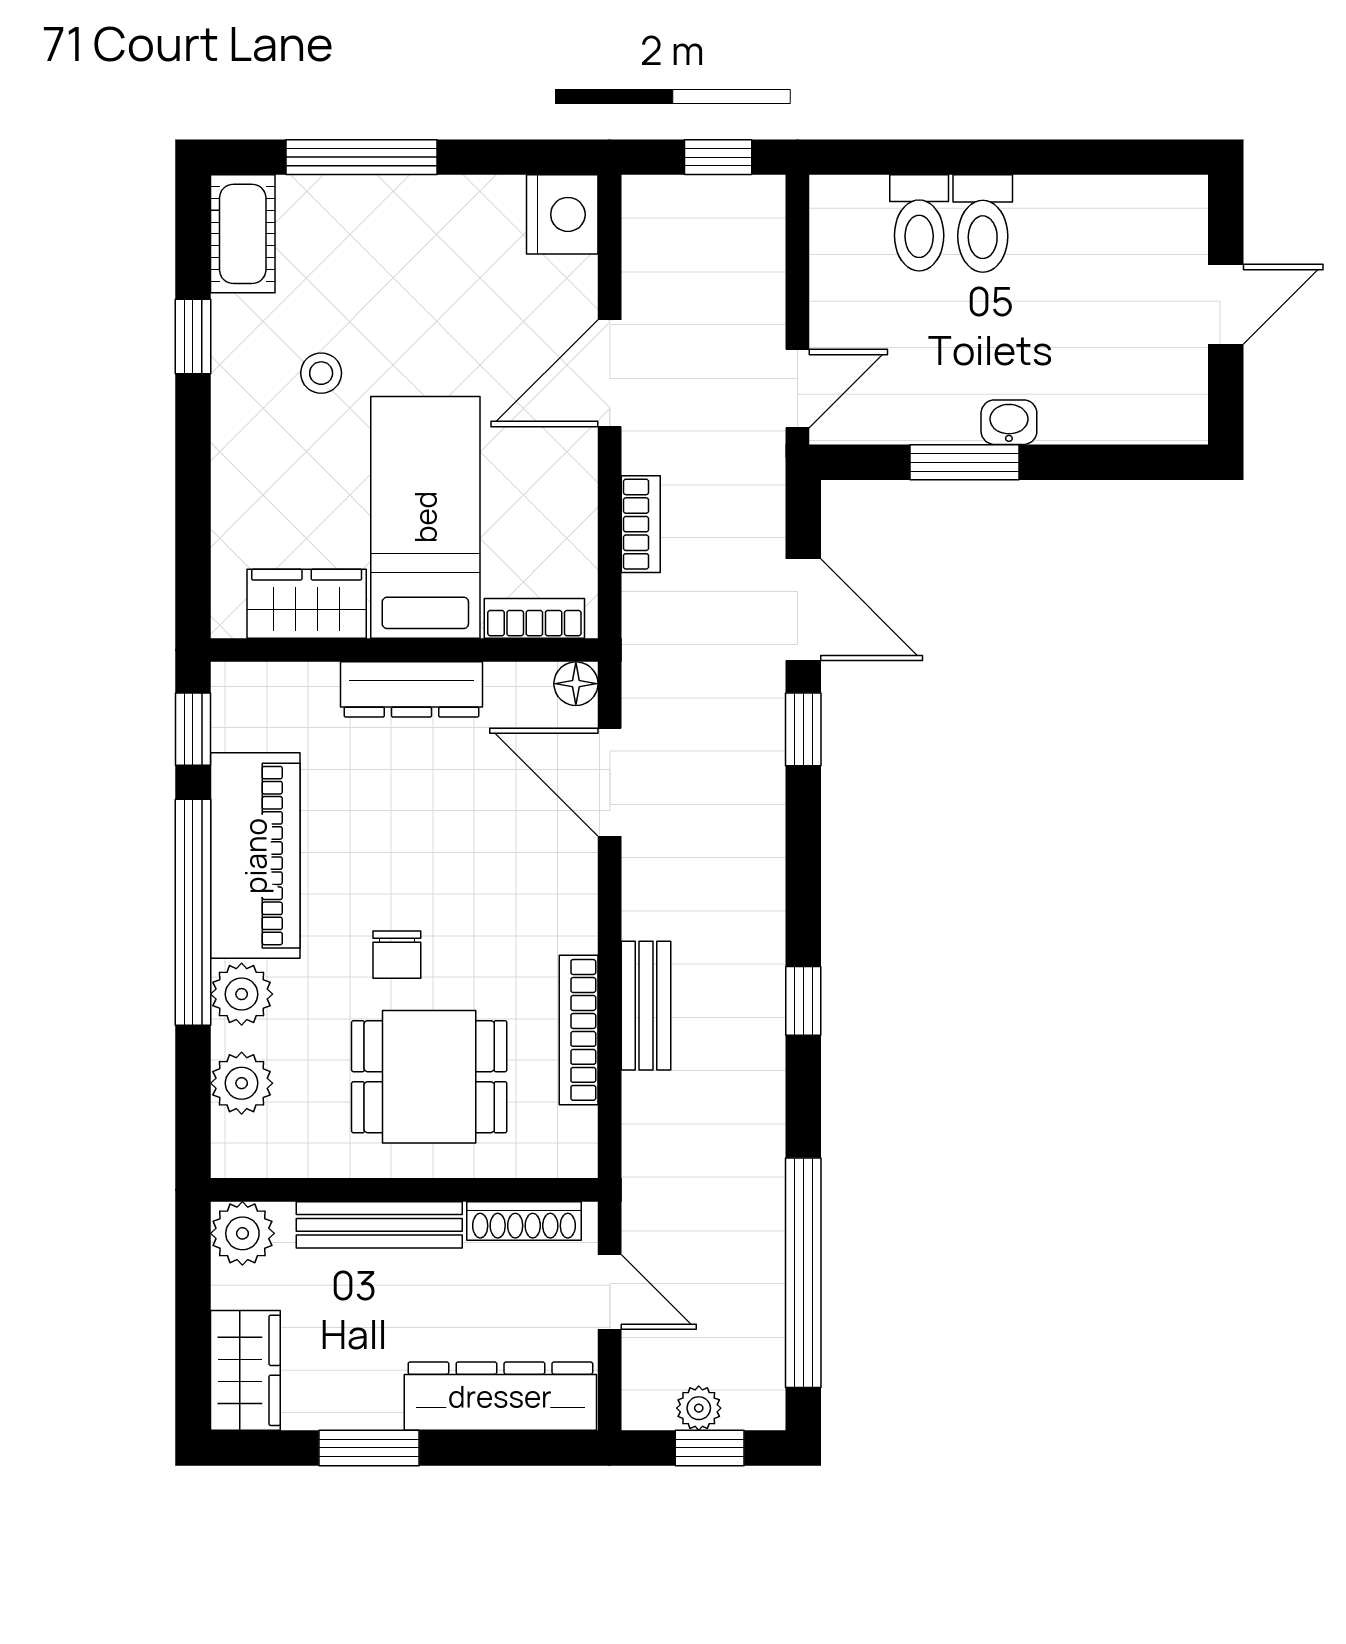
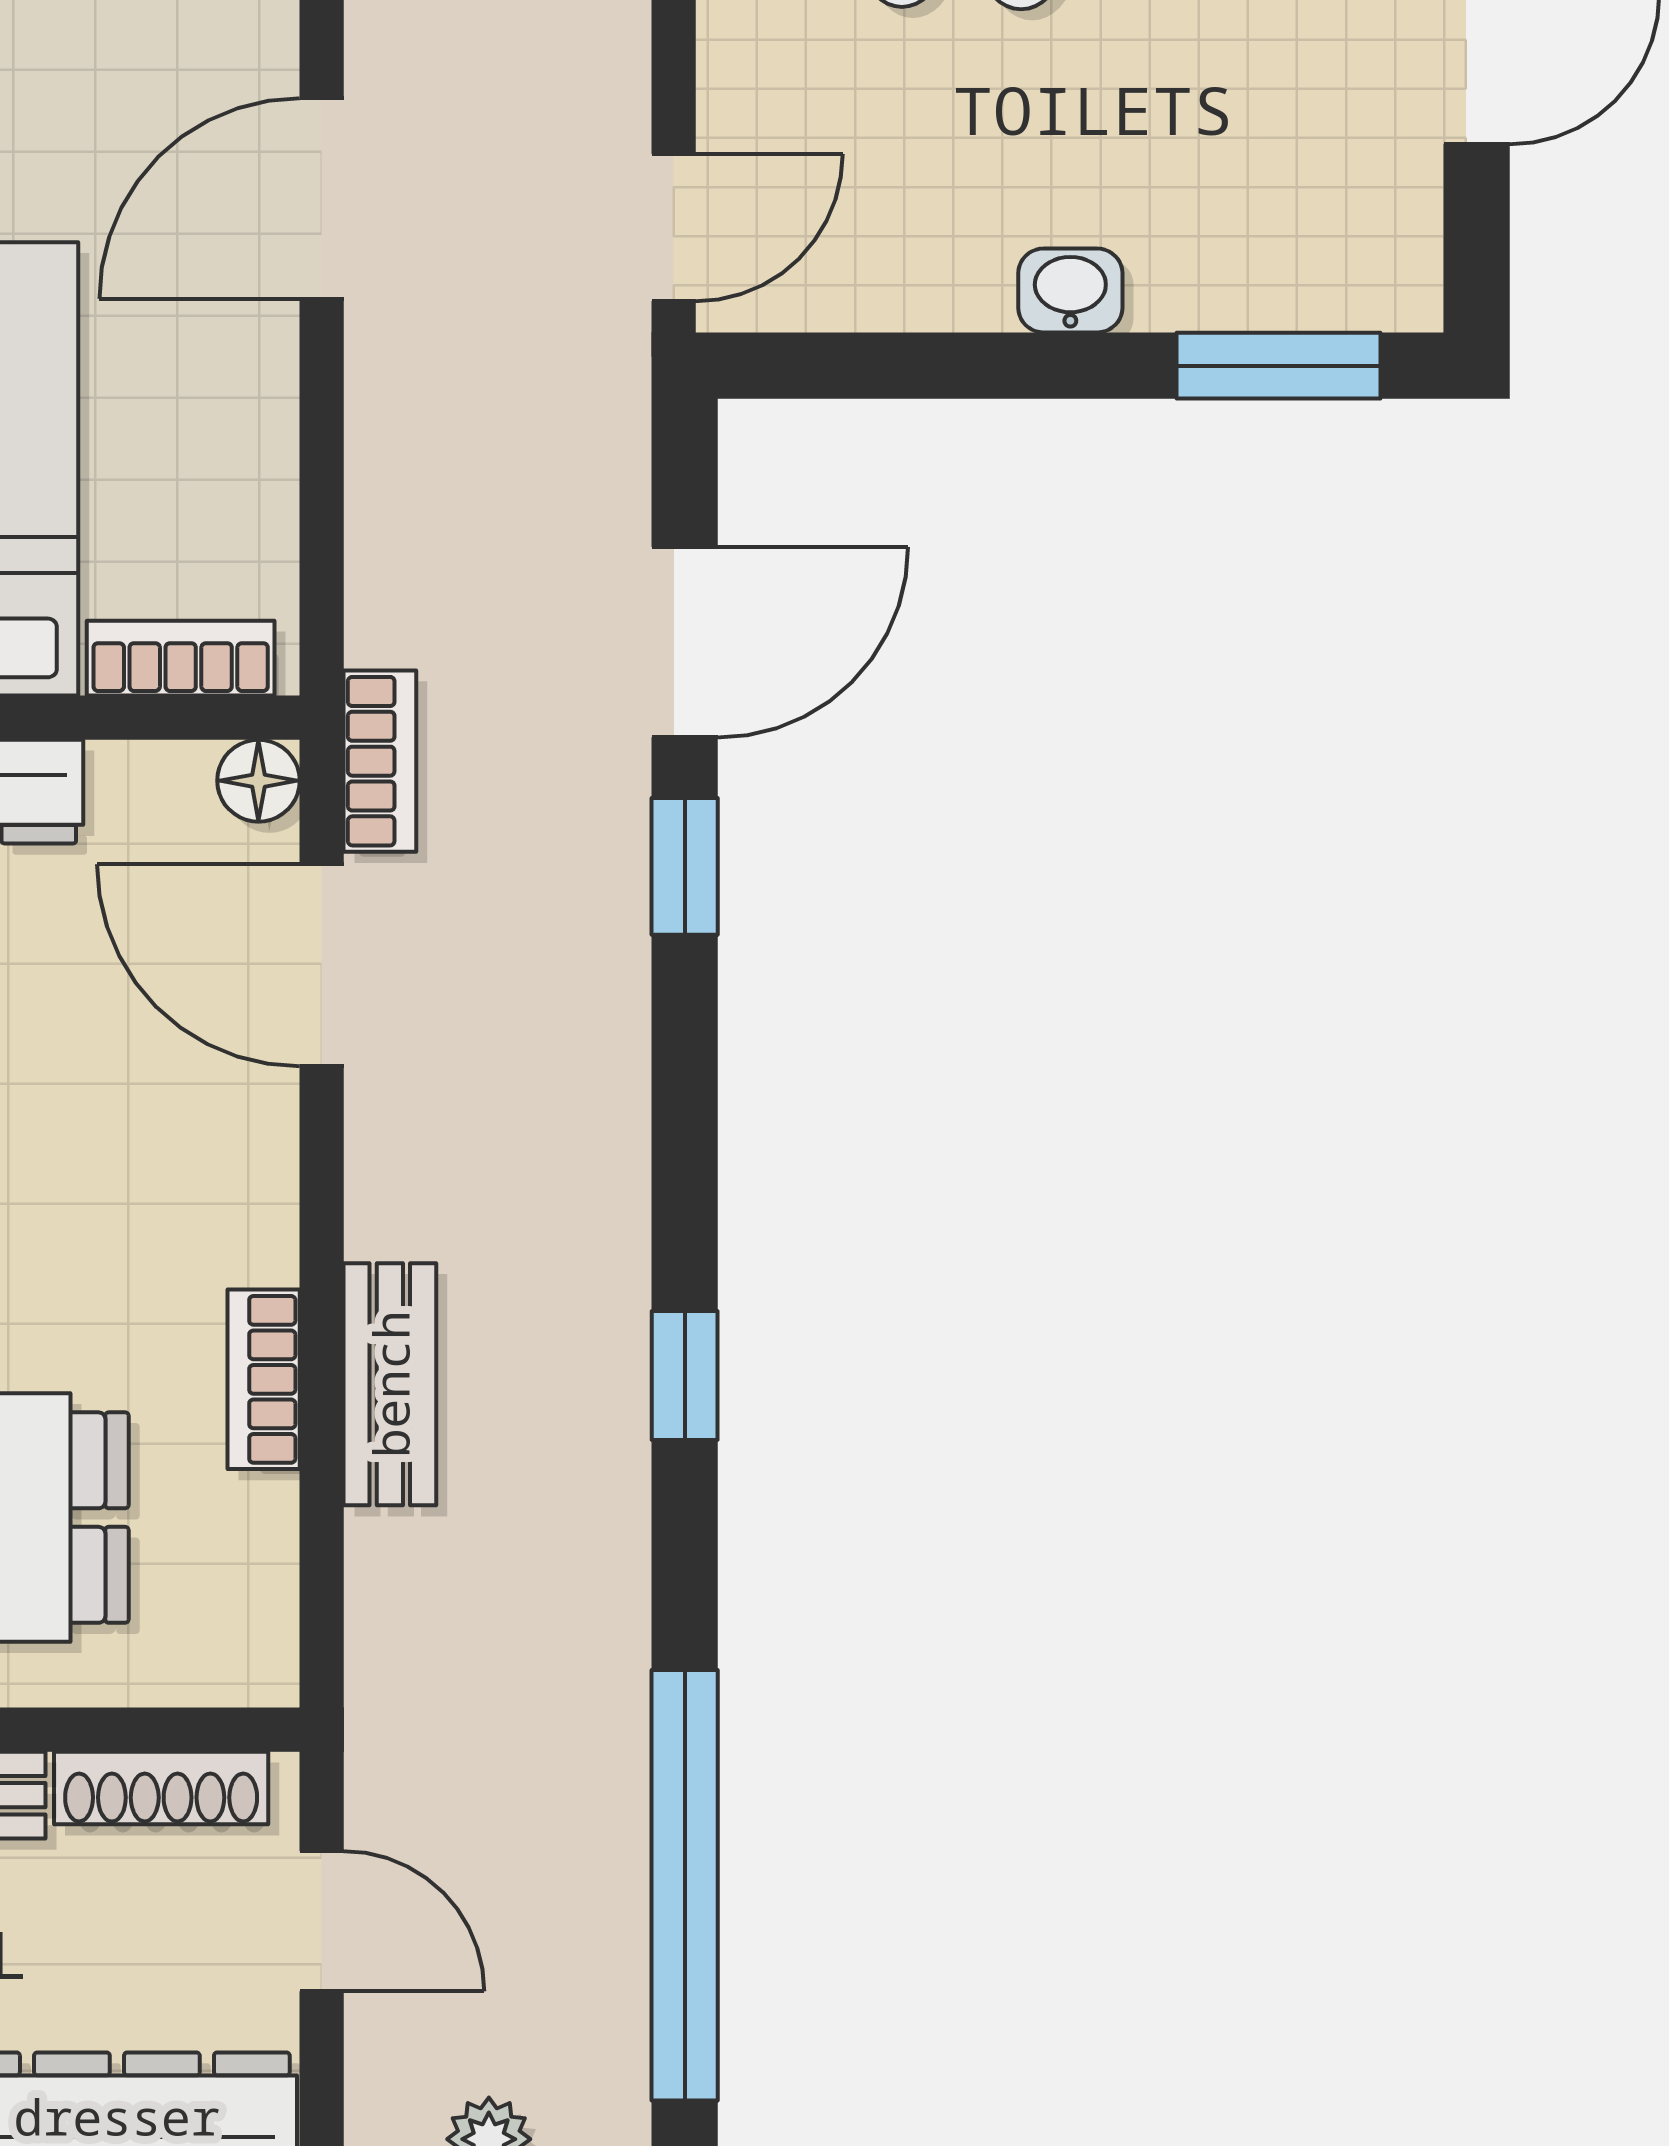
window: (965, 462) -> (1278, 366), moved
bookcase: (641, 524) -> (380, 761), moved
door: (803, 610) -> (685, 642), hinge flipped
bookcase: (579, 1030) -> (264, 1379), width x0.64

